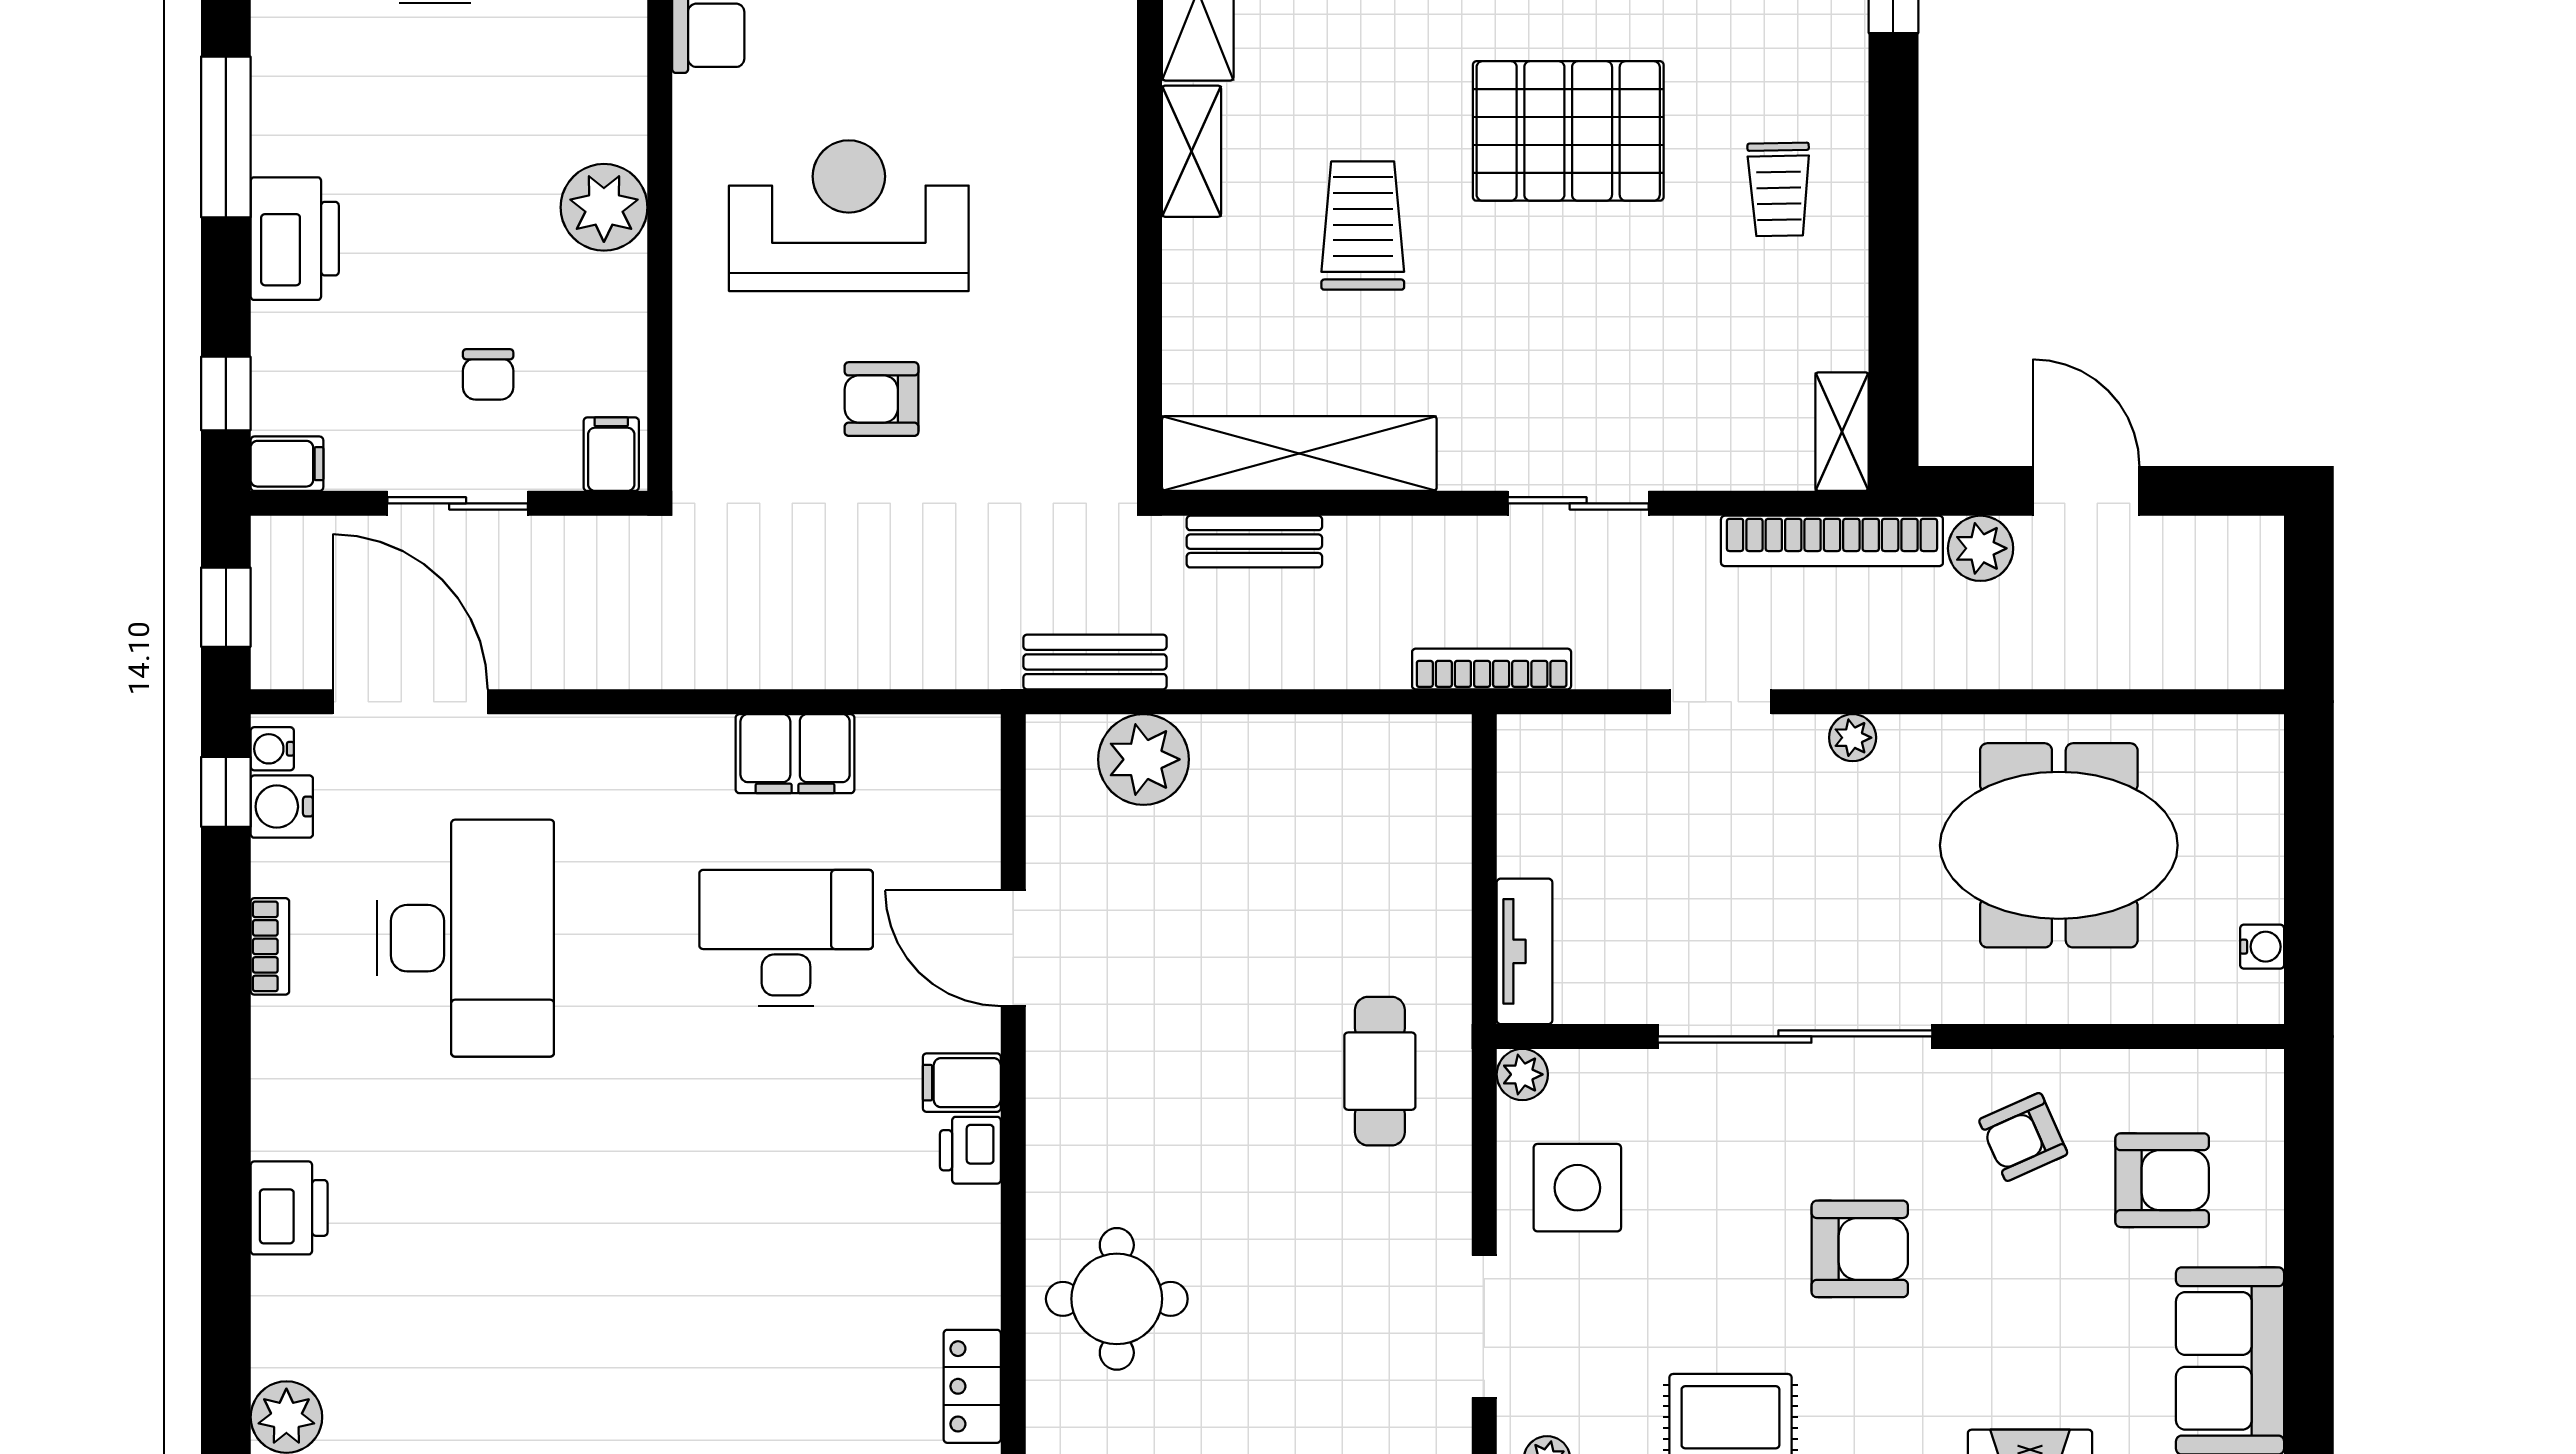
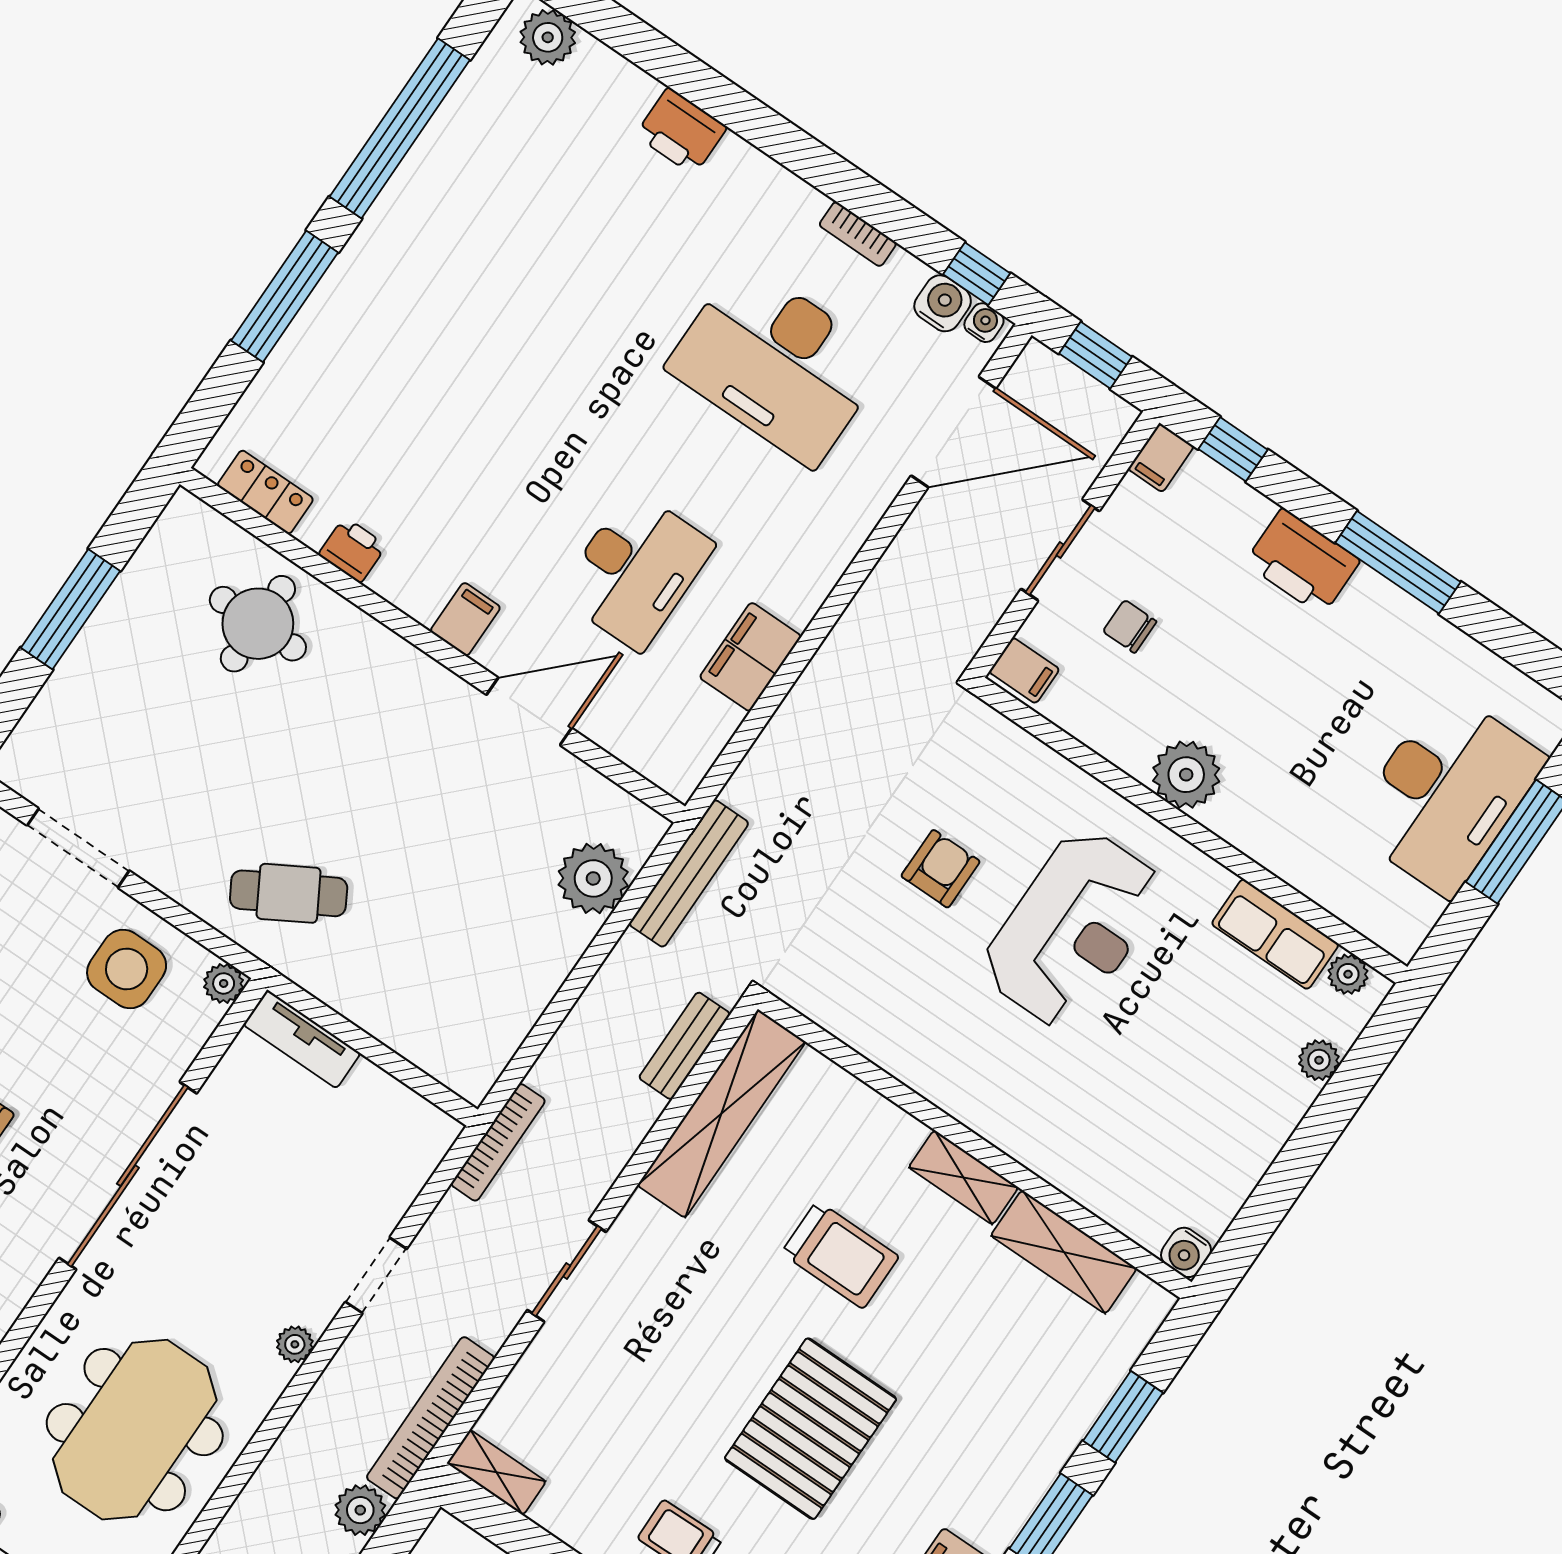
bench: (1095, 662) -> (689, 873), width x1.36
cafe table: (1380, 1071) -> (289, 893), turned -30
printer: (970, 1150) -> (352, 550), moved

